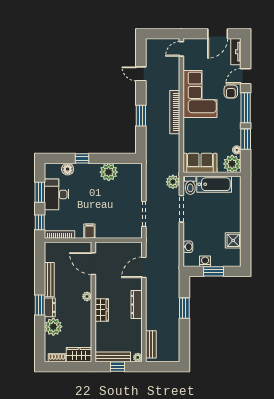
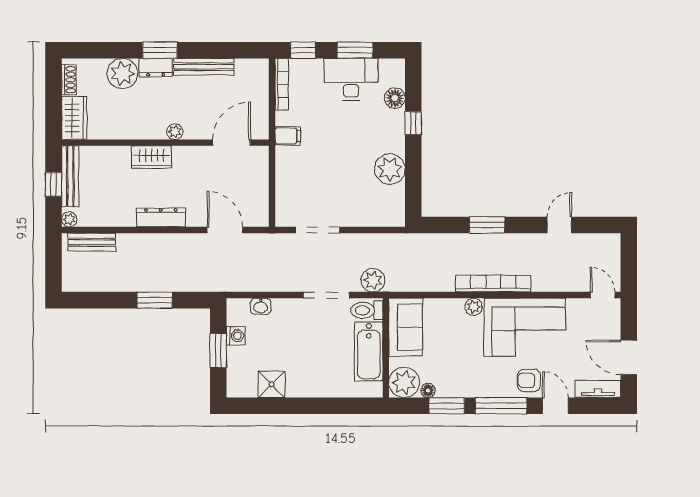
plant: (188, 124) -> (474, 307), added

